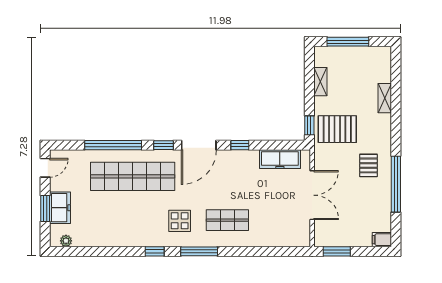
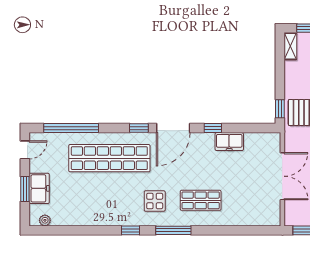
shelving: (320, 82) -> (290, 46), moved
window: (113, 145) -> (71, 128), moved
freezer: (280, 159) -> (229, 142), moved, width x0.71

